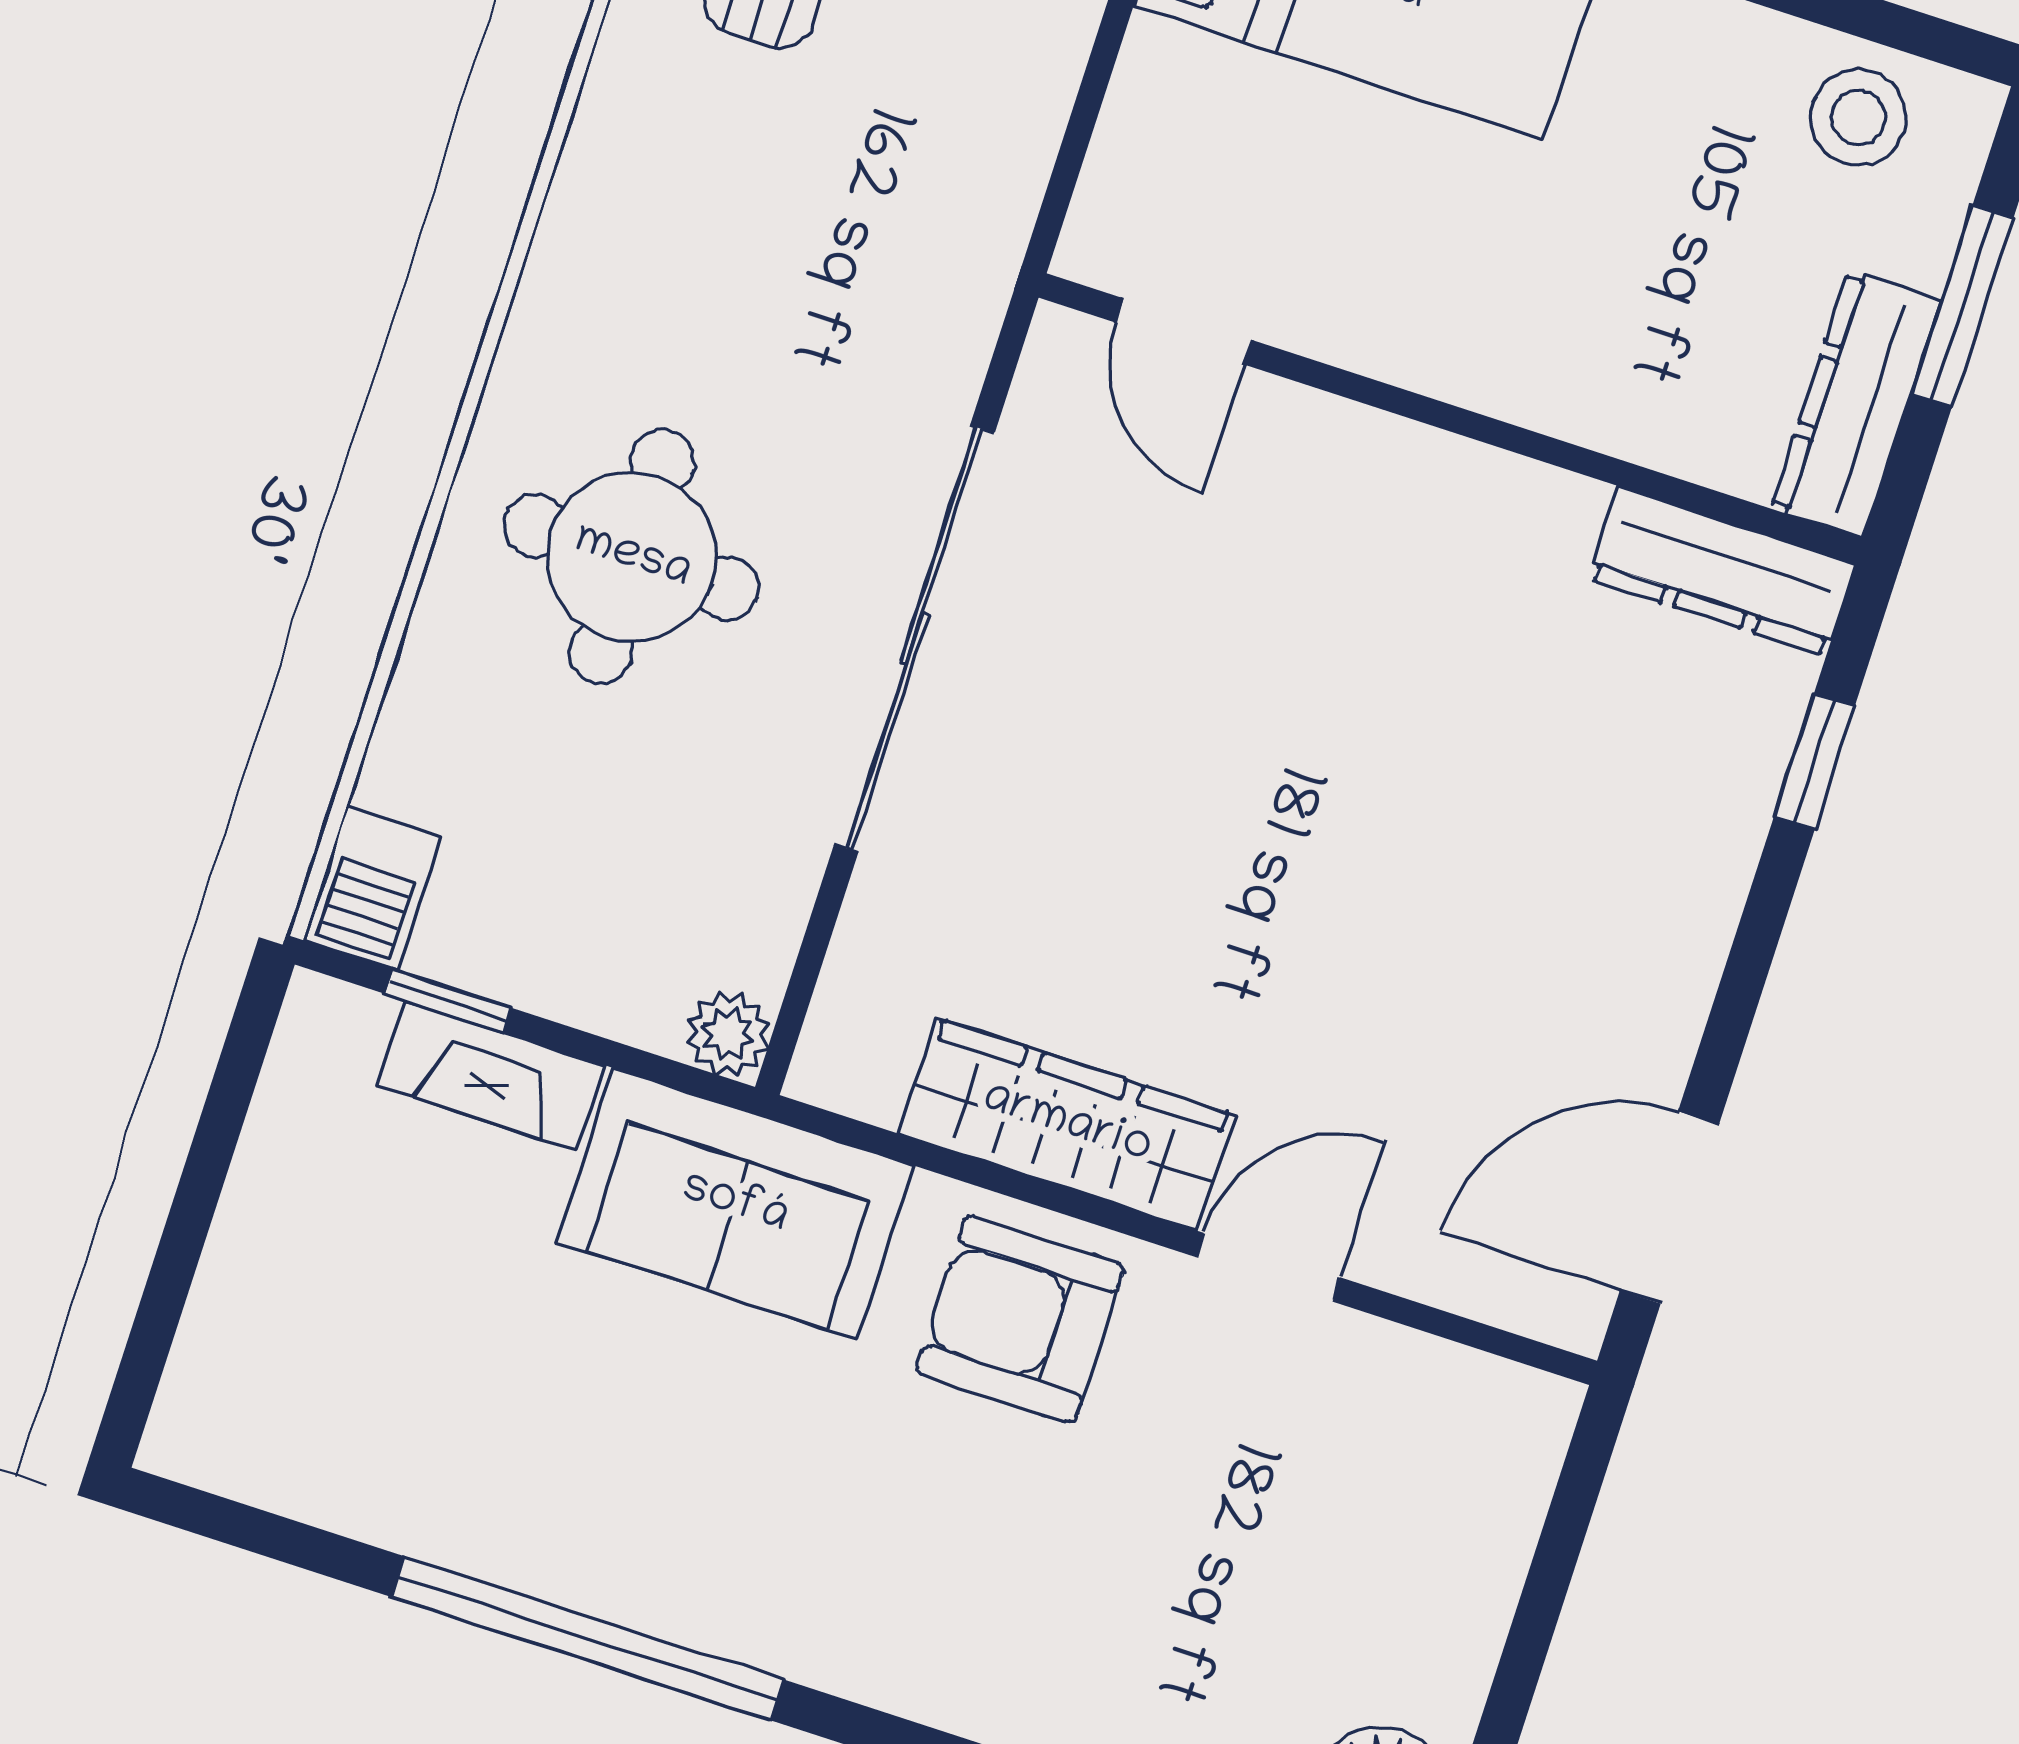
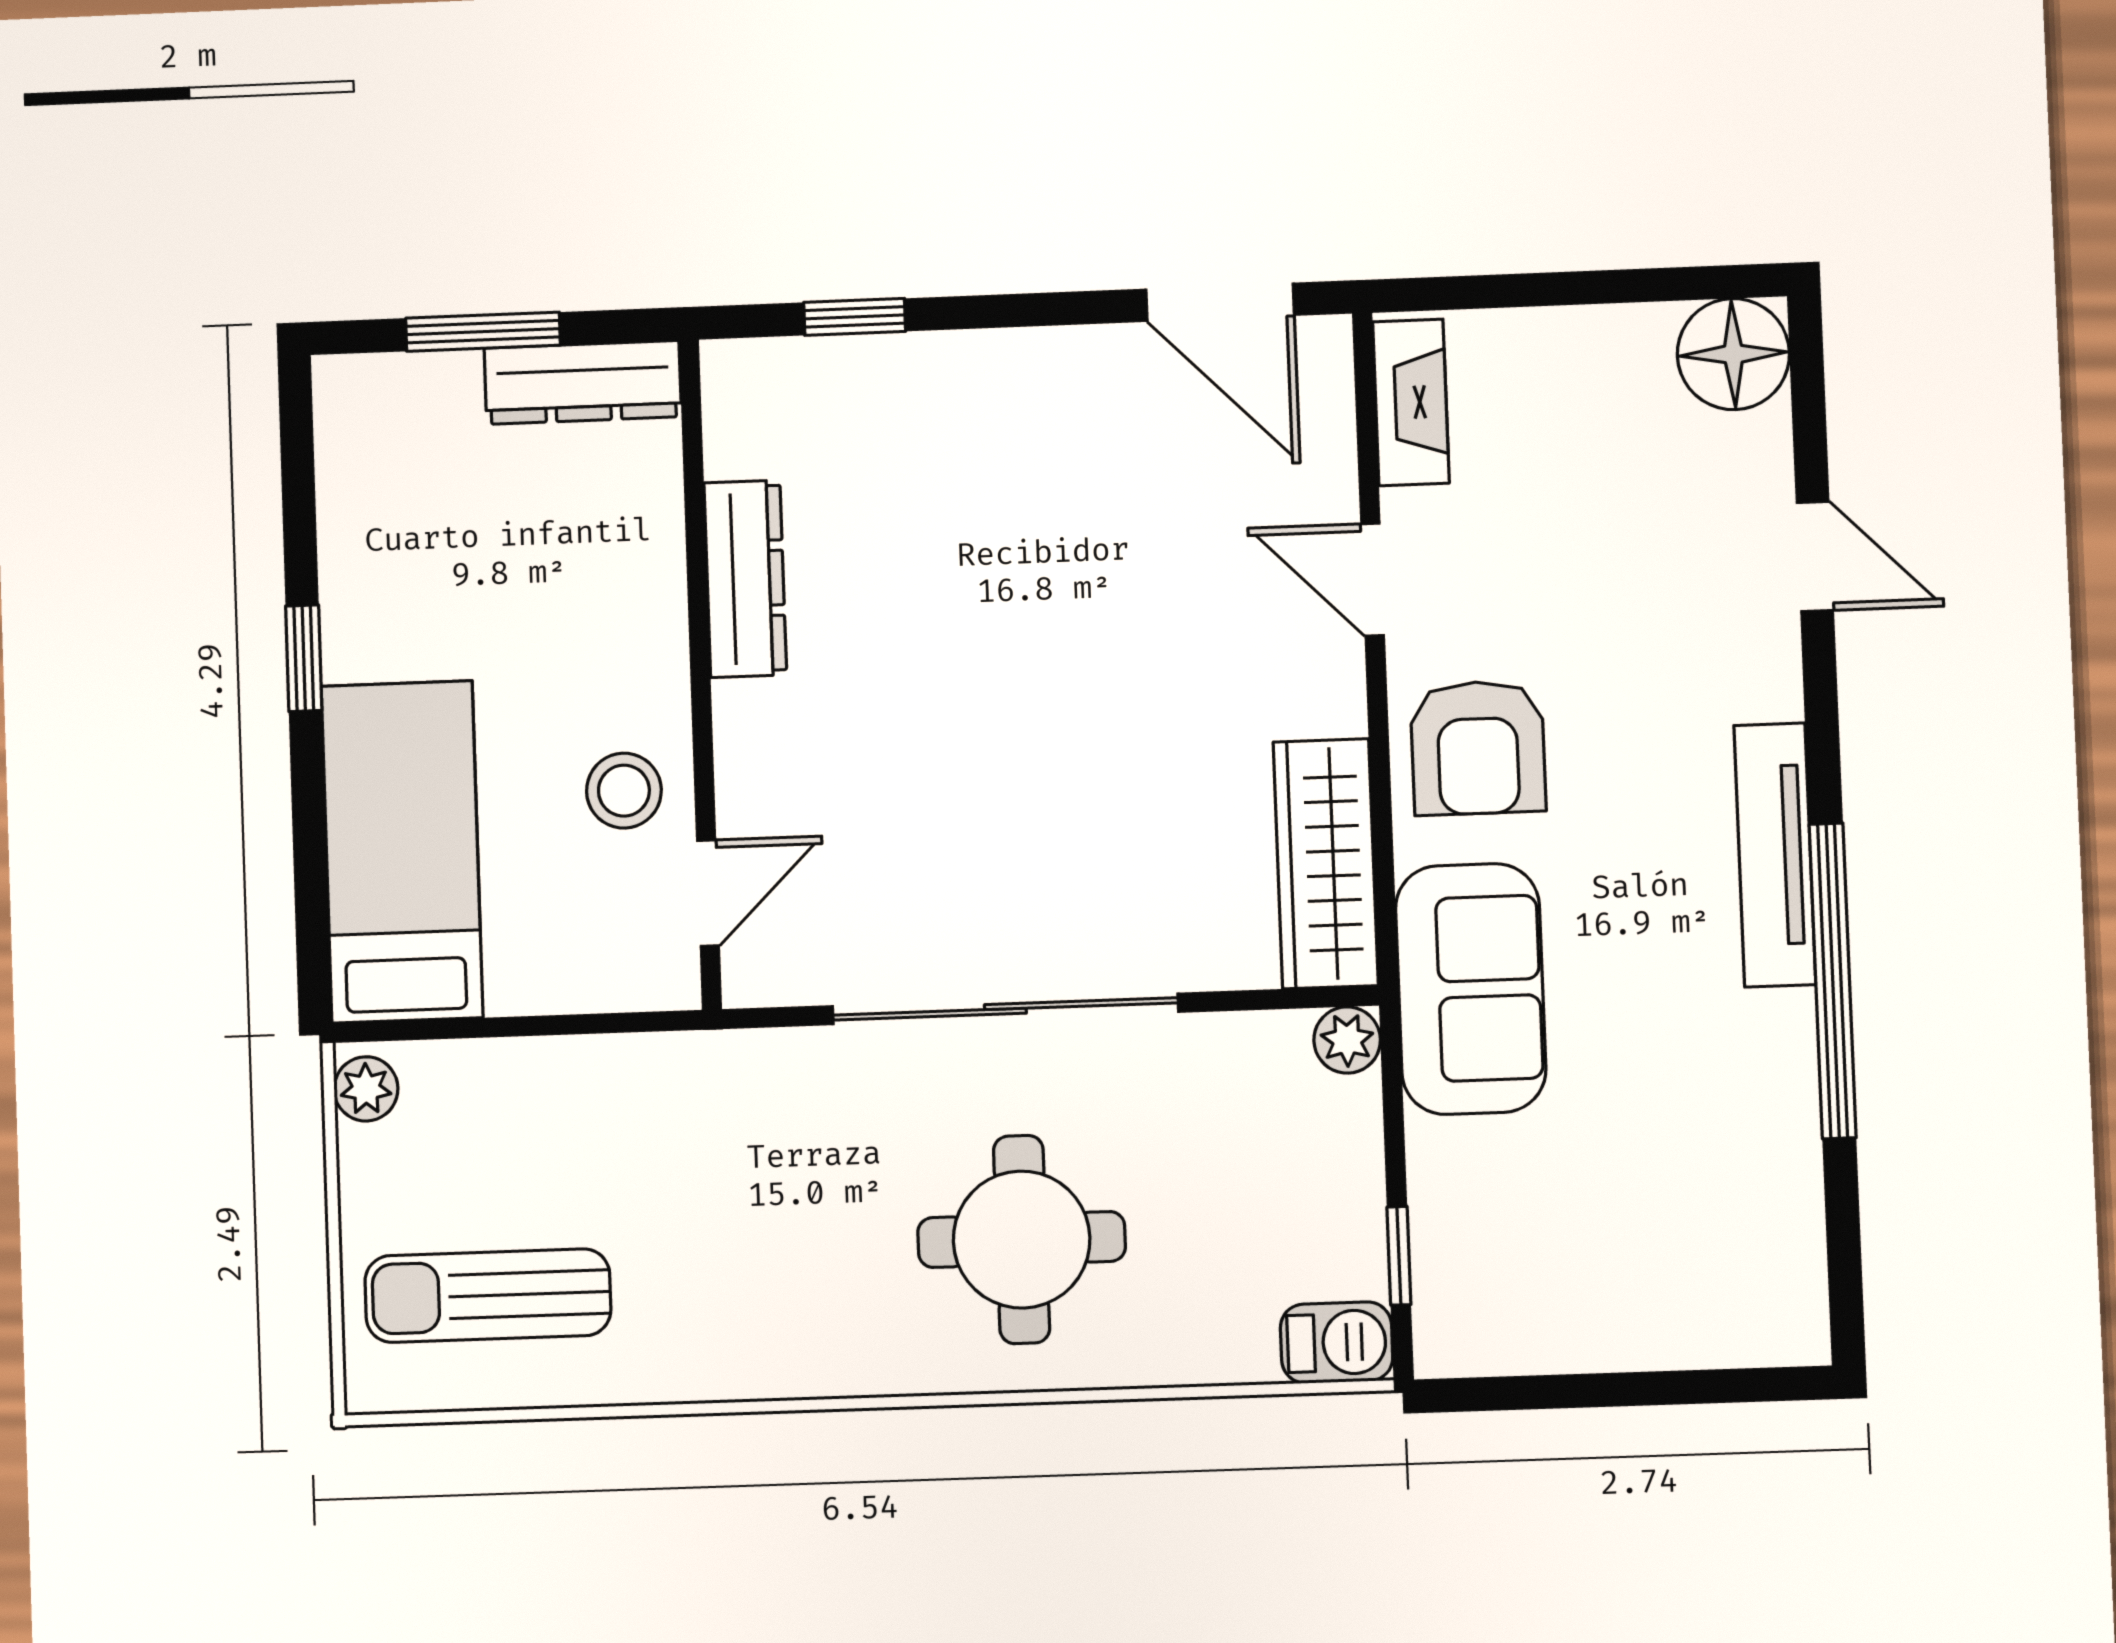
stool: (1858, 118) -> (624, 791), moved
dresser: (1722, 571) -> (745, 579), moved
fireplace: (491, 1075) -> (1411, 402), moved
wardrobe: (1067, 1124) -> (1326, 864), moved
tv unit: (763, 1625) -> (1775, 855), added

